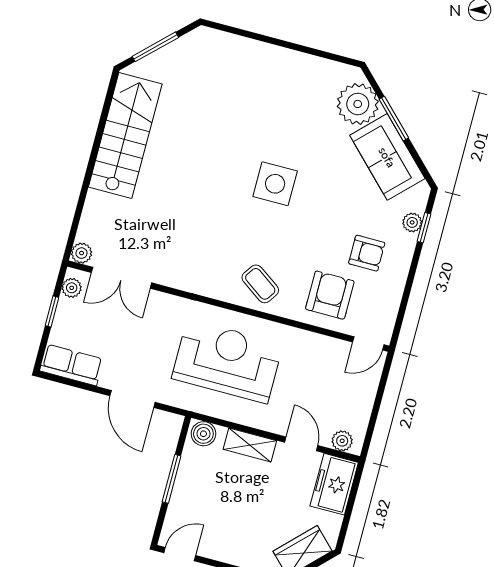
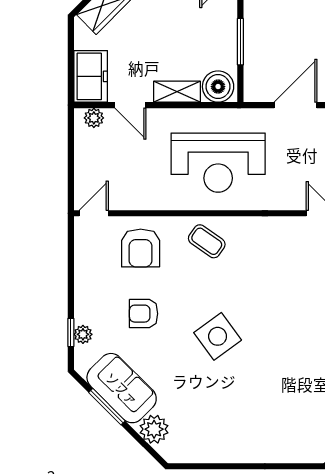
plant: (358, 104) -> (154, 429), width x0.73, depth x0.73
window: (394, 119) -> (107, 407), moved
side table: (275, 184) -> (218, 336), turned -36
armchair: (367, 253) -> (144, 314), moved
door: (132, 399) -> (296, 105), hinge flipped
boiler: (203, 434) -> (218, 87), width x1.36, depth x1.36

